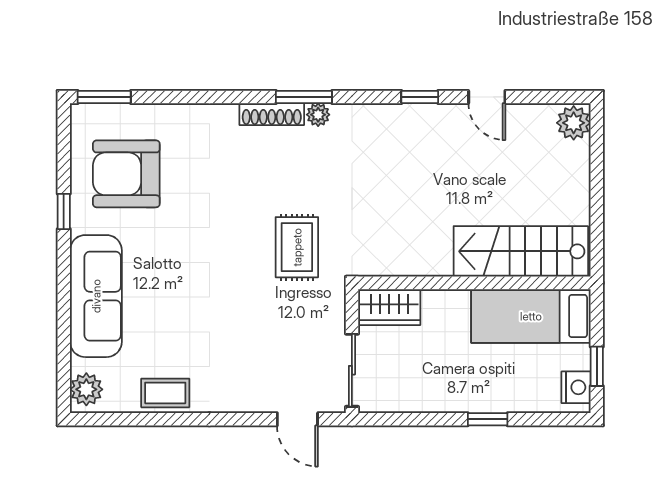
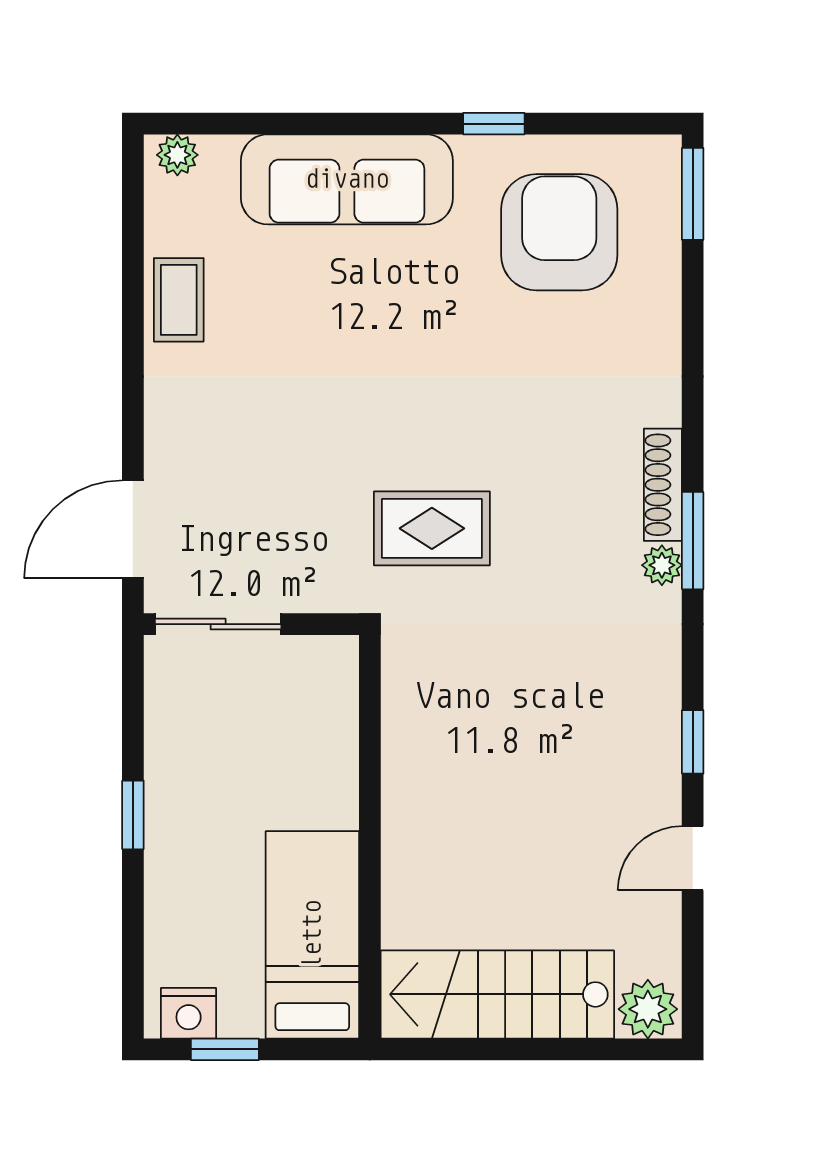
stairs: (521, 251) -> (497, 994), moved, turned -90
wardrobe: (389, 307) -> (328, 689), removed
plant: (86, 389) -> (177, 155), width x0.73, depth x0.73
door: (297, 419) -> (133, 529), width x1.38
window: (488, 419) -> (133, 815), moved

